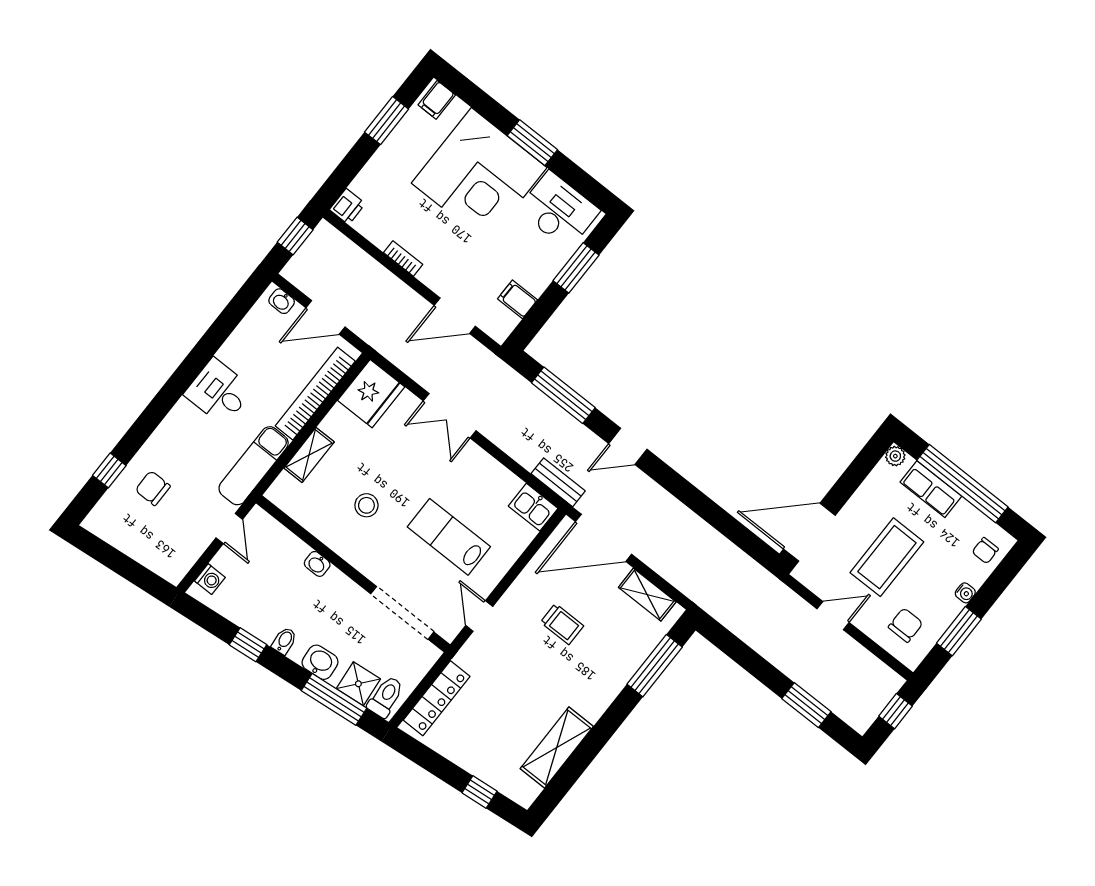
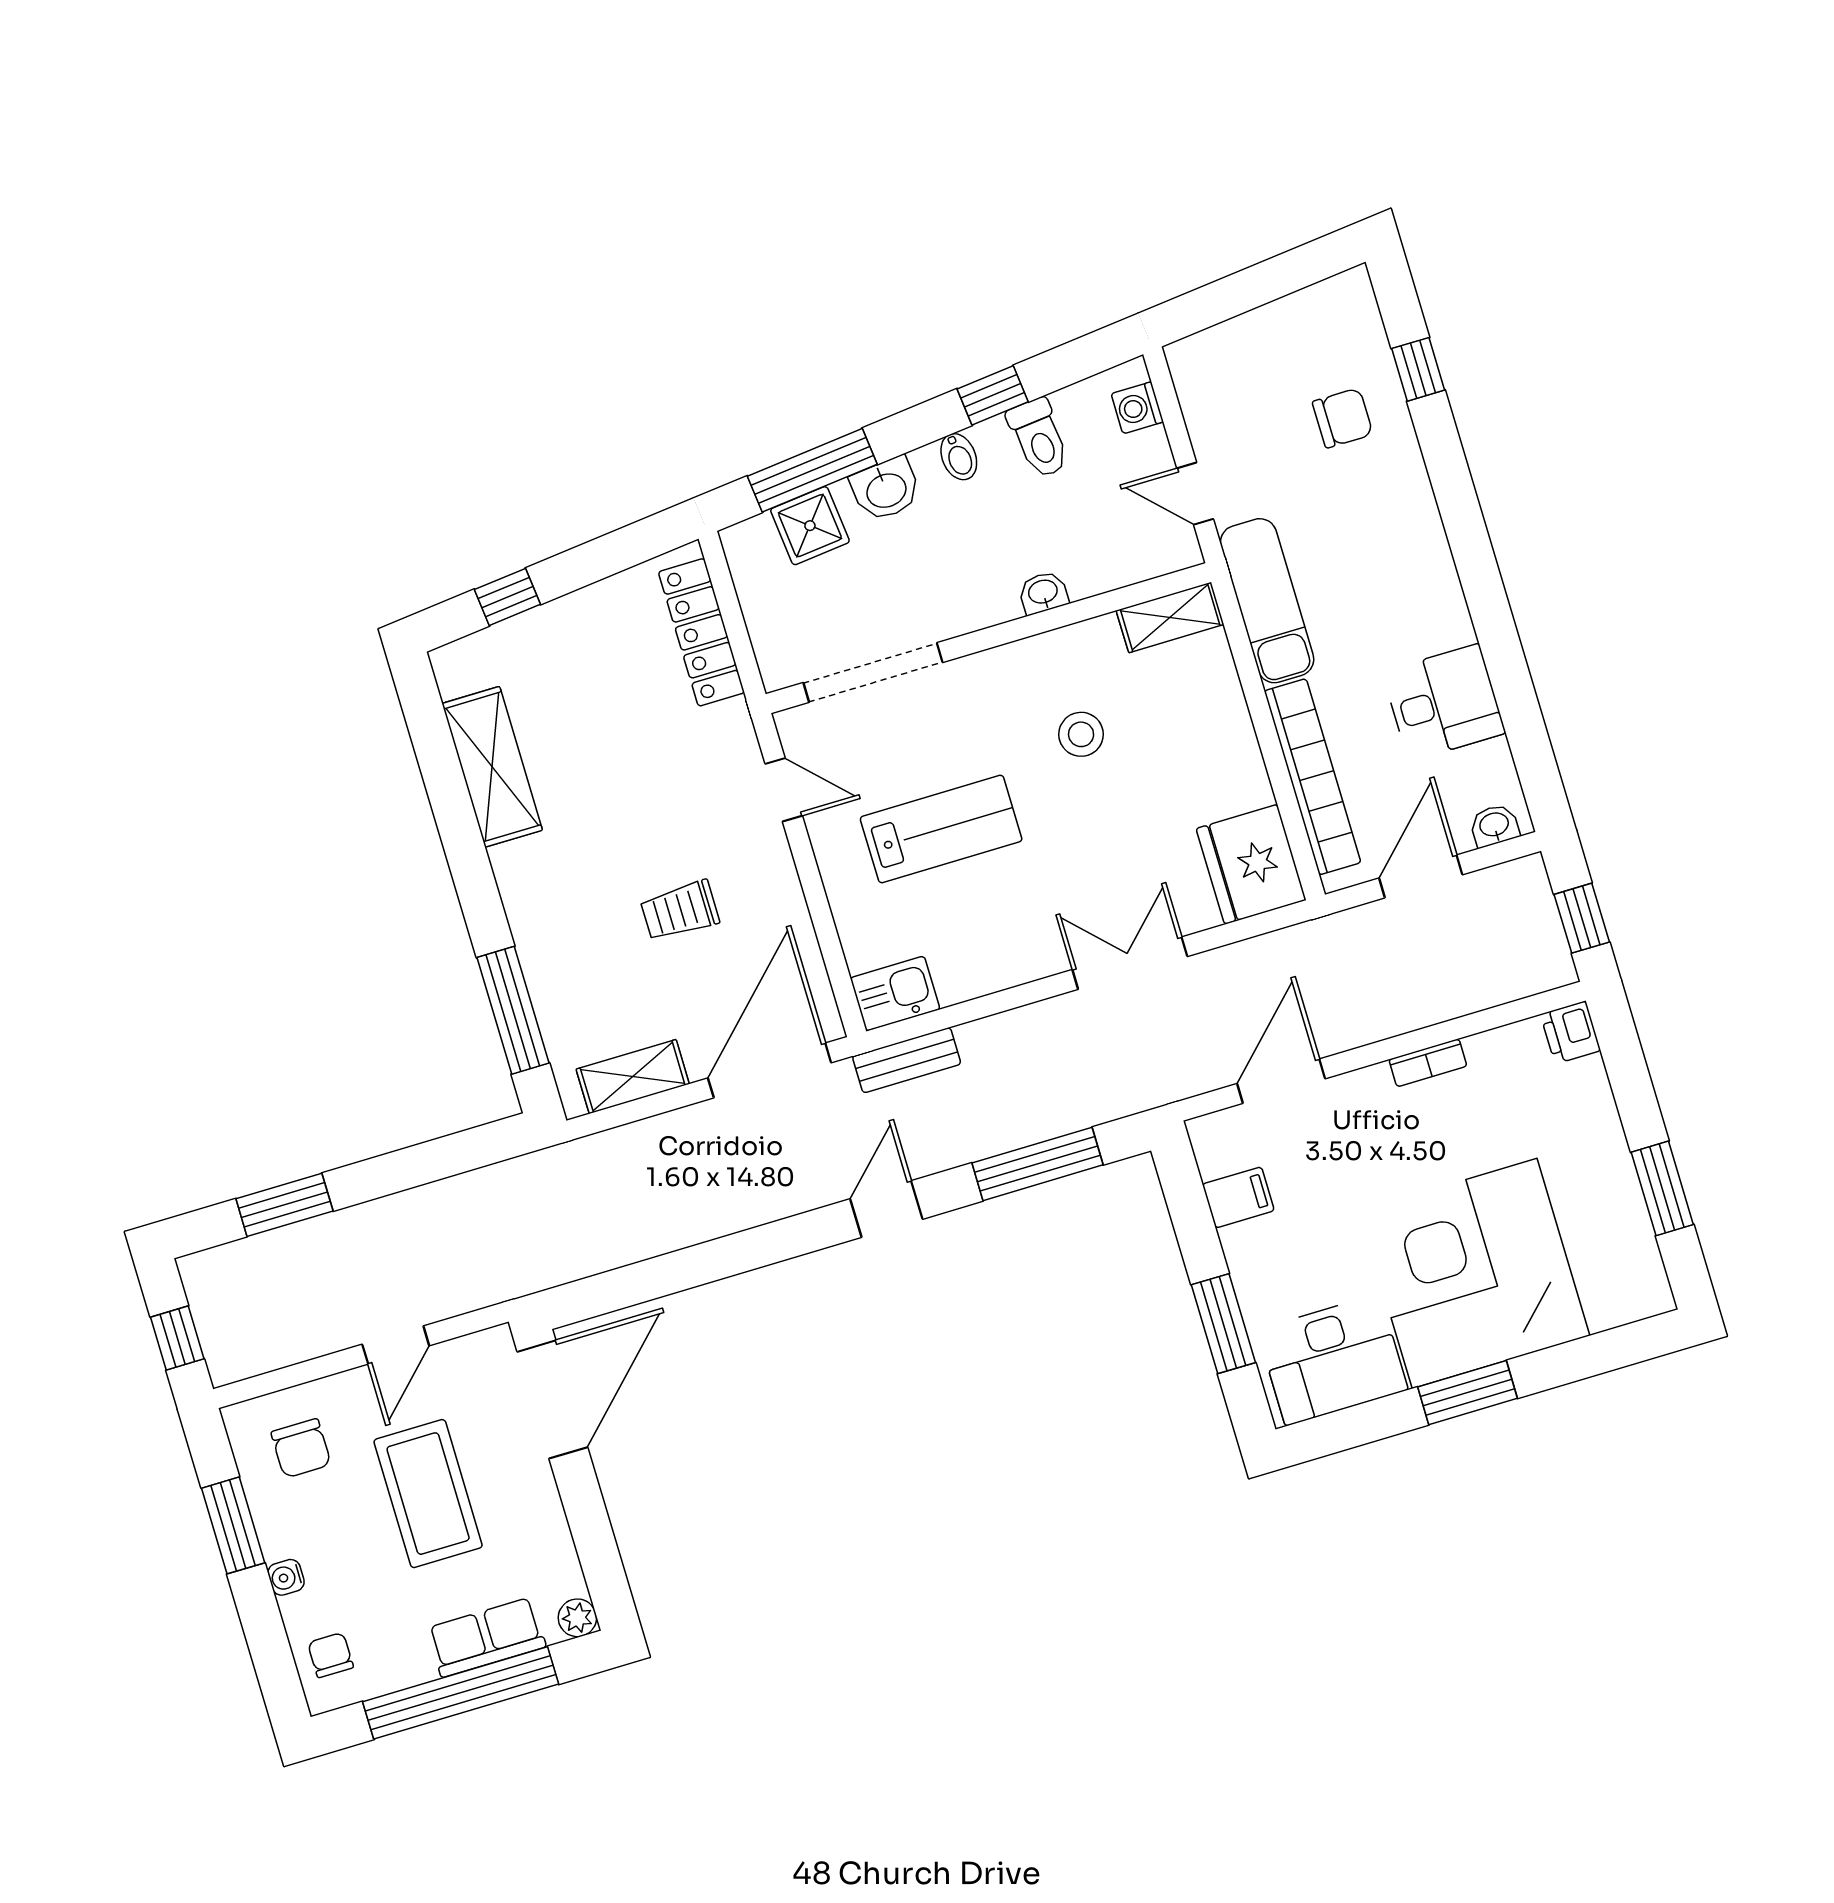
filing cabinet: (437, 100) -> (1640, 1290), removed
desk: (219, 392) -> (1444, 703), moved
shelving: (309, 455) -> (1170, 617), moved, turned 90
toilet: (386, 697) -> (1039, 438), moved

